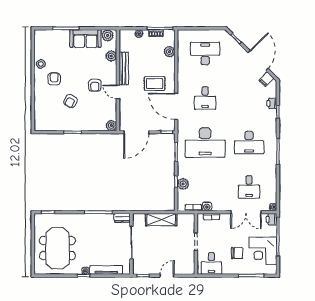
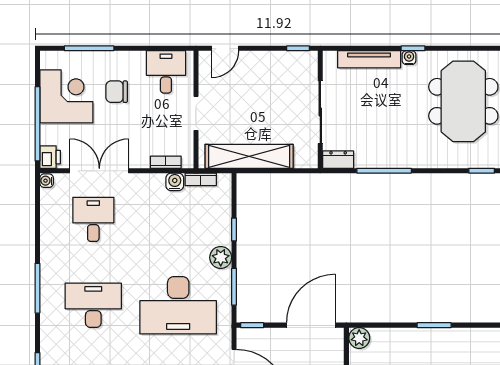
desk: (205, 142) -> (178, 305), turned 180
plant: (183, 184) -> (221, 257), moved
shelving: (161, 220) -> (249, 156), width x1.47
door: (167, 276) -> (225, 48), moved

